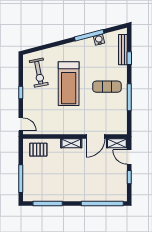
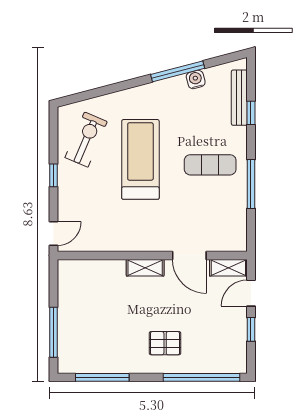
exercise bike: (39, 73) -> (86, 140), turned -146
treadmill: (69, 84) -> (140, 159), turned 180
door: (21, 124) -> (53, 234), hinge flipped
door: (96, 136) -> (189, 255), hinge flipped
pallet: (38, 150) -> (165, 343), moved
door: (129, 157) -> (251, 293), hinge flipped

